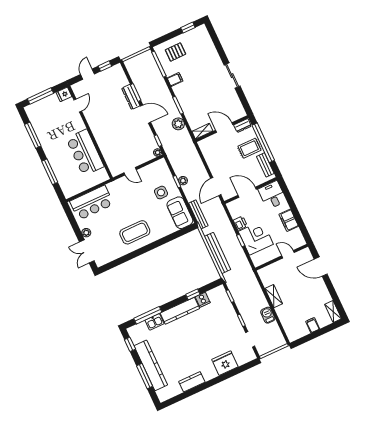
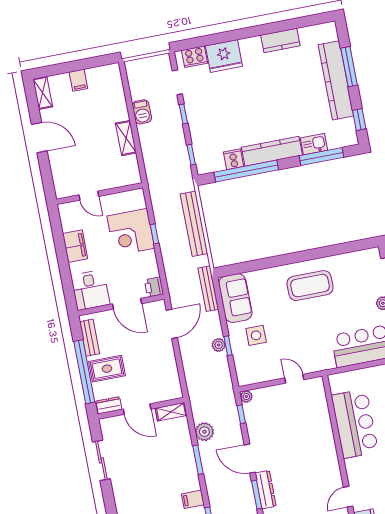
sliding door: (232, 76) -> (101, 460), moved
printer: (240, 223) -> (154, 287), moved
door: (321, 267) -> (39, 138), moved
window: (193, 294) -> (246, 171), width x3.17
cooker: (243, 358) -> (194, 57), added

